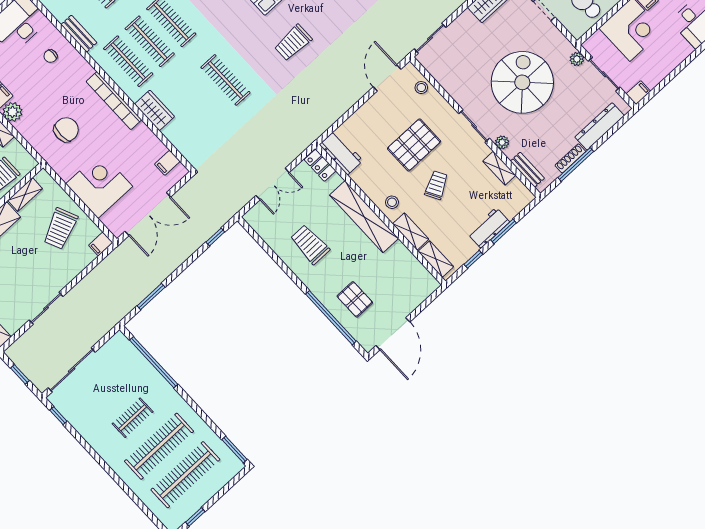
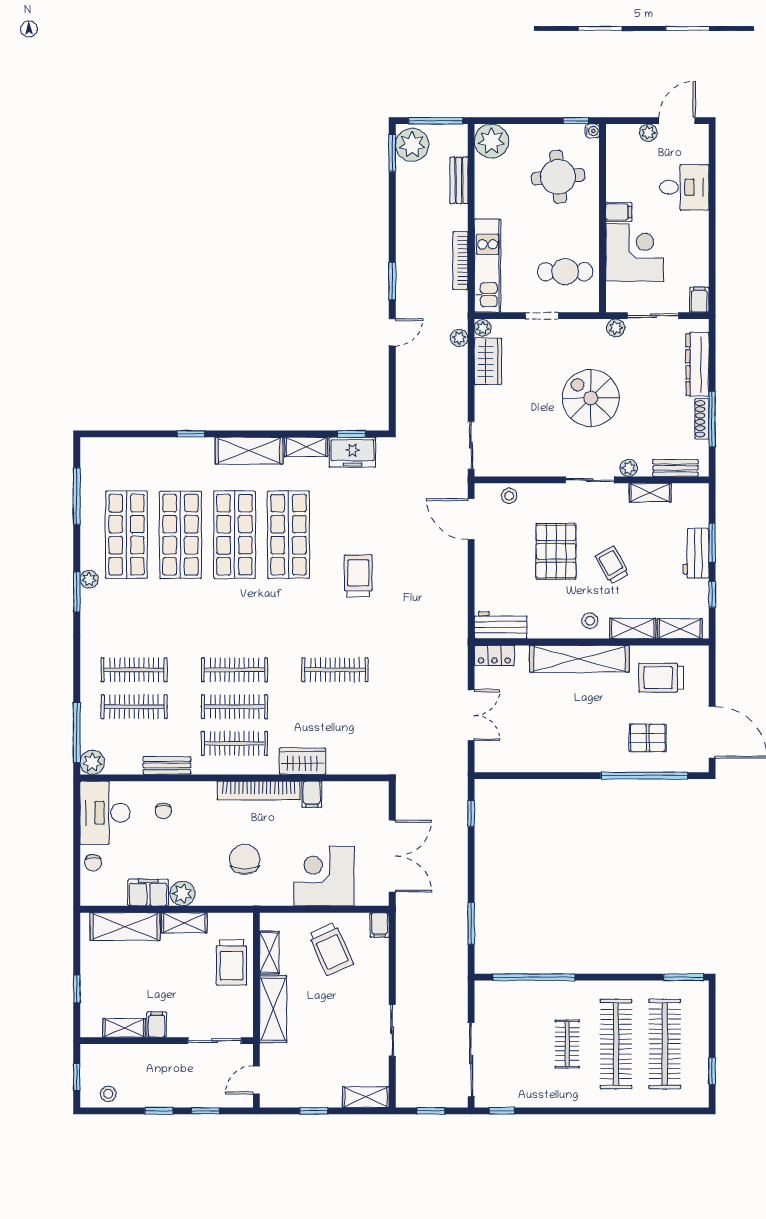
trolley: (293, 43) -> (358, 576), turned 180
spiral stairs: (522, 82) -> (591, 398), width x0.73, depth x0.73
filing cabinet: (167, 163) -> (312, 794), moved
trolley: (310, 244) -> (661, 678), moved

